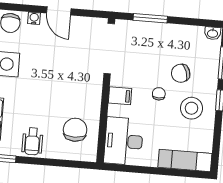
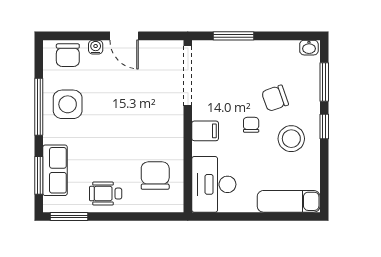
wheelchair: (32, 141) -> (106, 194), turned 90

